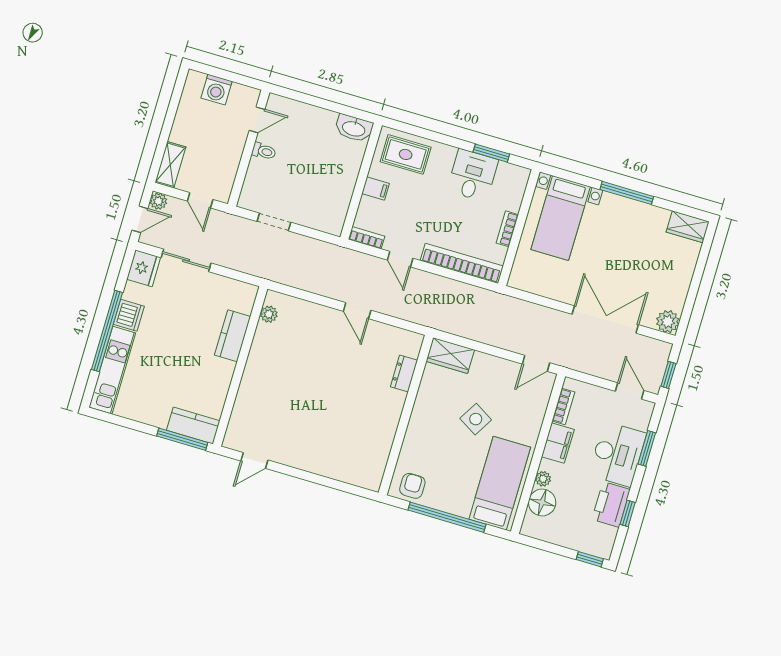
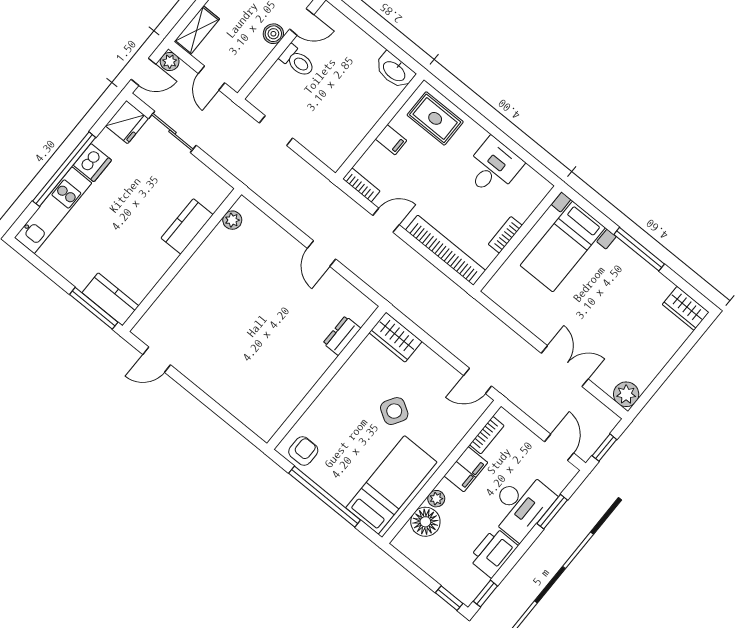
boiler: (237, 140) -> (273, 34), added
toilet: (264, 151) -> (297, 61), width x1.37, depth x1.39
window: (491, 153) -> (521, 153), removed
door: (400, 259) -> (386, 220), swing flipped
double door: (605, 319) -> (565, 366), width x0.73
window: (628, 513) -> (485, 594), moved

